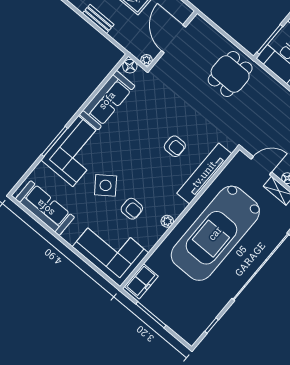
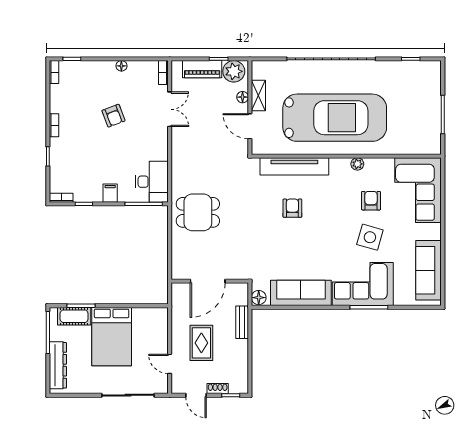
bench: (98, 19) -> (242, 322), moved
plant: (147, 60) -> (243, 288), removed
side table: (106, 185) -> (370, 237), turned -38
freezer: (141, 281) -> (422, 144), removed

